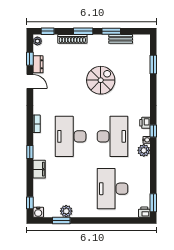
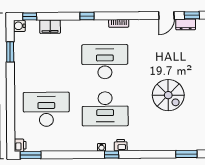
plant: (144, 150) -> (90, 144), removed
filing cabinet: (39, 169) -> (50, 27), moved
plant: (66, 211) -> (21, 57), removed

